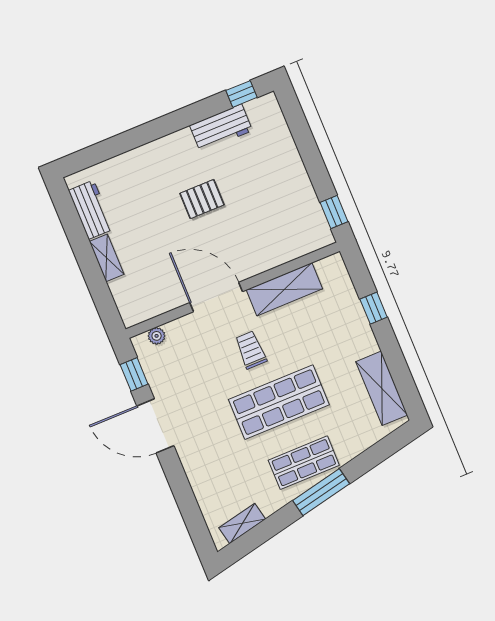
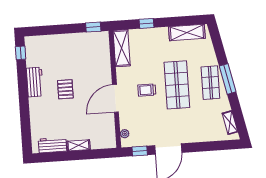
workbench: (221, 128) -> (35, 82), moved
shelving: (284, 289) -> (122, 48), moved

